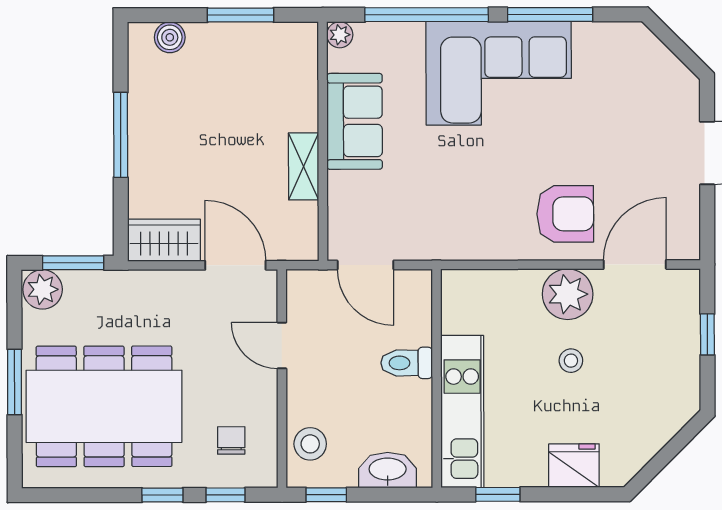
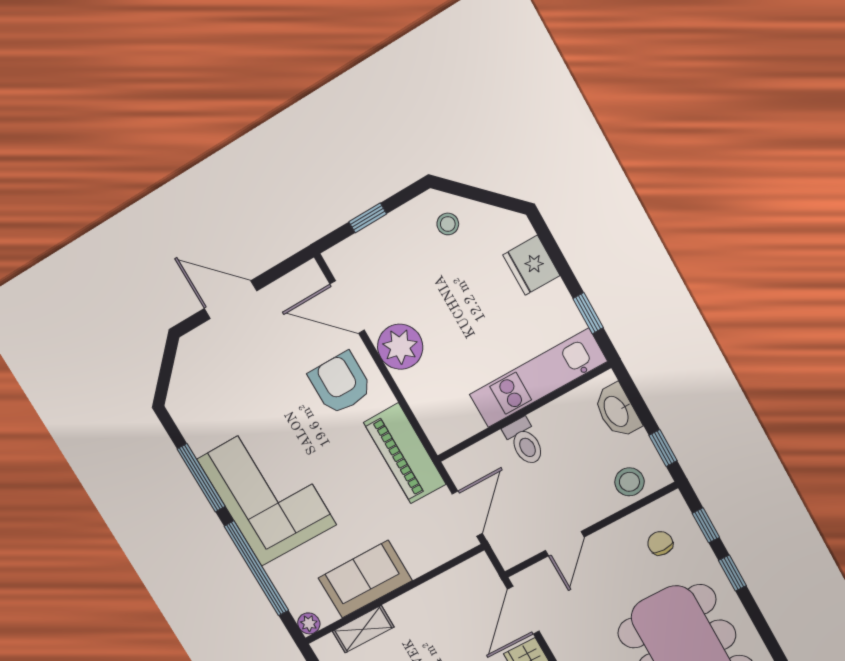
shelving: (304, 166) -> (363, 629), moved
piano: (461, 237) -> (405, 453), added
stool: (571, 361) -> (448, 224), moved
chair: (231, 440) -> (660, 543), turned 90

